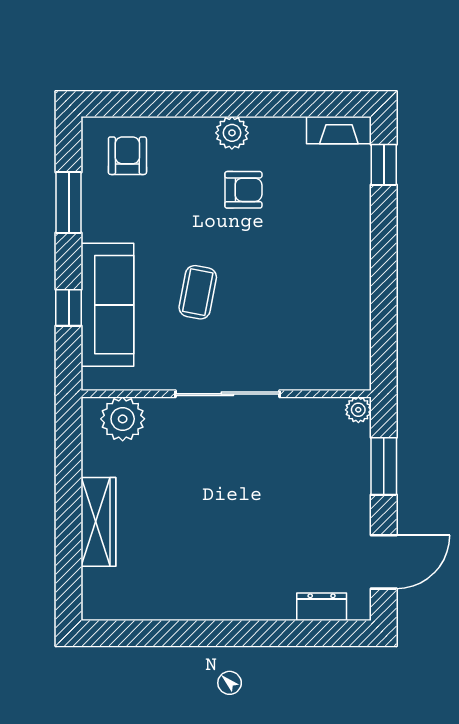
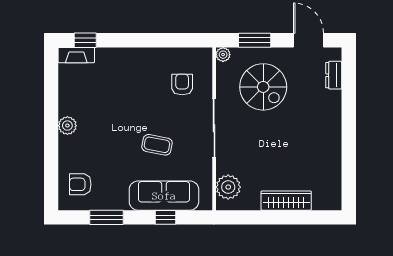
fireplace: (339, 130) -> (76, 55), moved, turned 90
armchair: (243, 190) -> (182, 85), moved
spiral stairs: (301, 481) -> (263, 87), added

